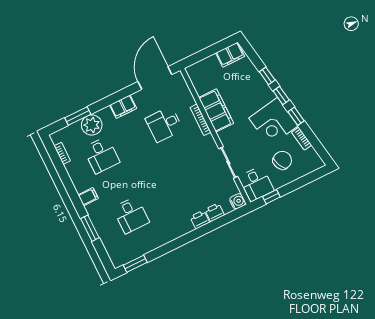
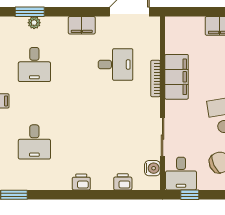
desk: (164, 124) -> (115, 64), turned 180
plant: (92, 125) -> (34, 23), width x0.53, depth x0.53
water cooler: (238, 201) -> (152, 168), moved
printer: (200, 220) -> (81, 182), moved

